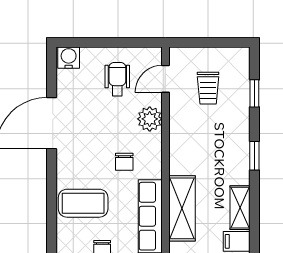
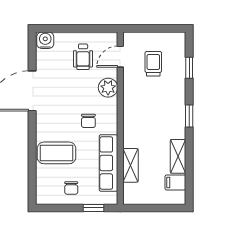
wheelchair: (117, 79) -> (83, 57), turned 180
trolley: (208, 88) -> (153, 64), turned 180
shelving: (182, 208) -> (130, 165), width x0.67, depth x0.75

